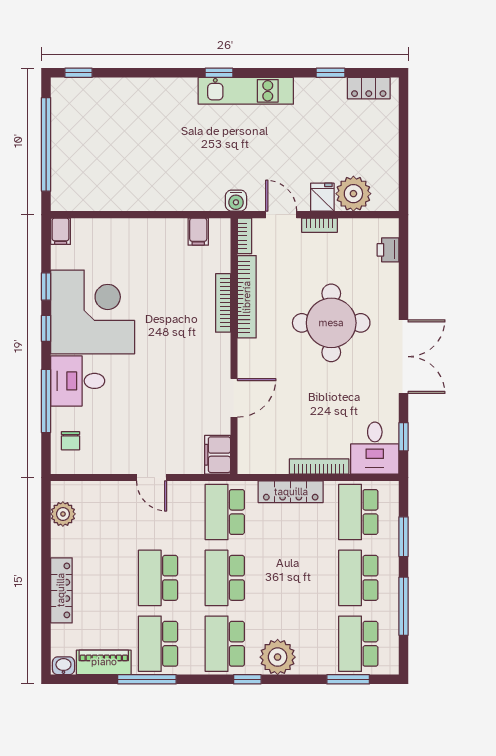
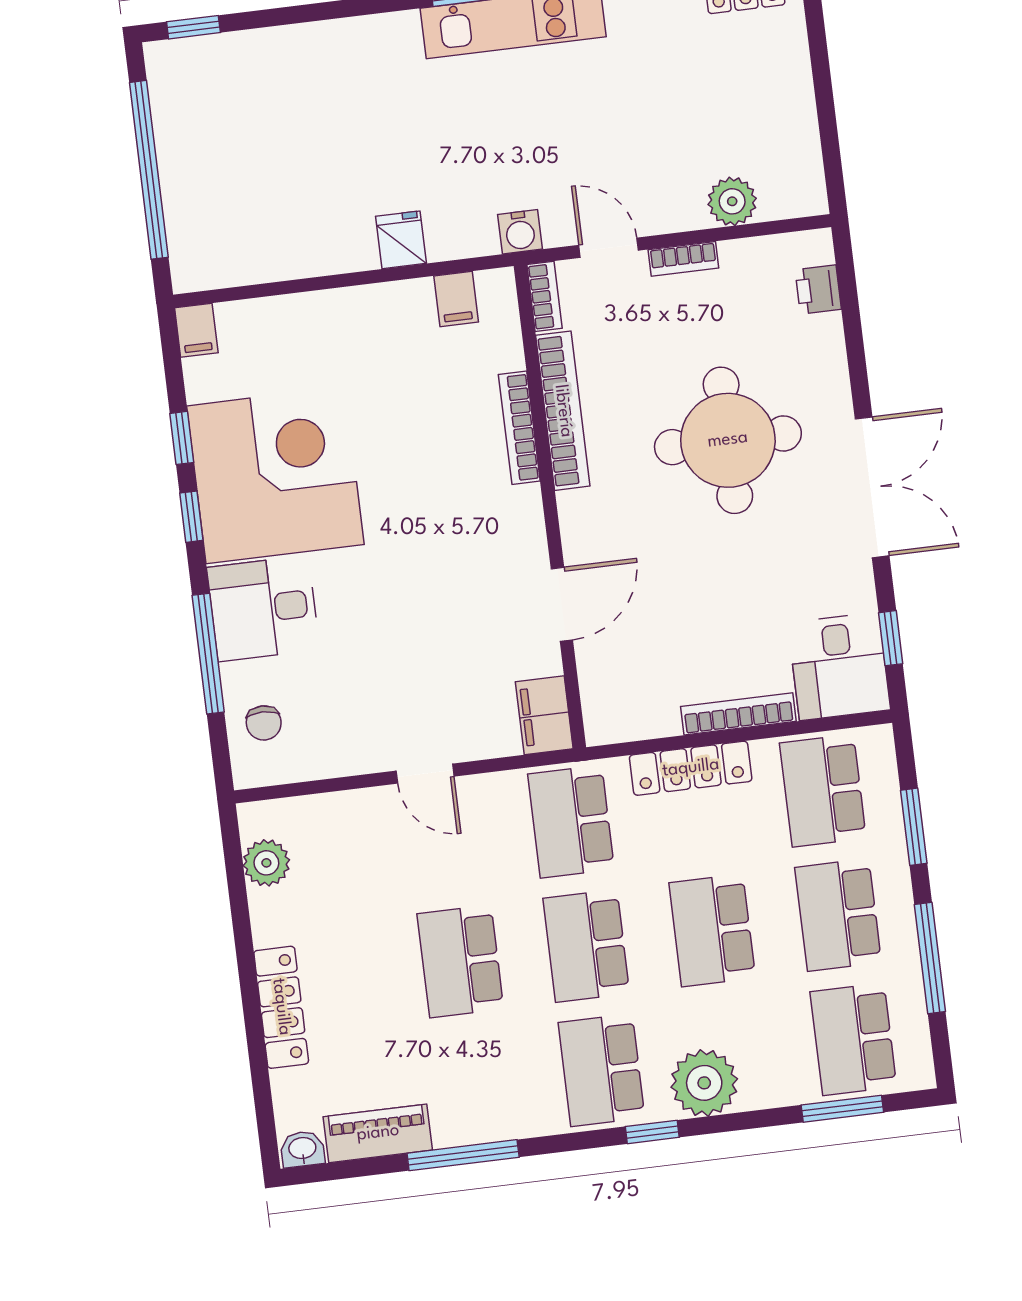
plant: (353, 194) -> (732, 201), width x0.73, depth x0.73
fridge: (322, 197) -> (401, 240), moved
school desk: (158, 644) -> (712, 930), moved

